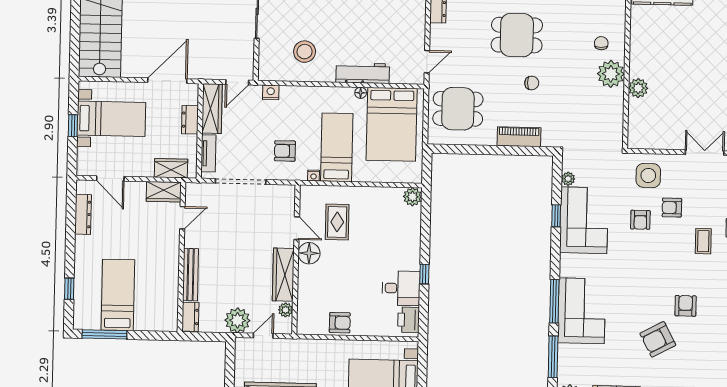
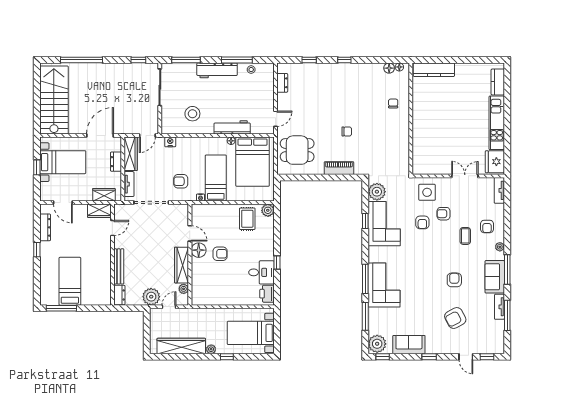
dining table: (517, 35) -> (336, 99), removed
plant: (611, 74) -> (400, 124), removed
plant: (638, 88) -> (419, 133), removed
plant: (568, 179) -> (377, 192), width x1.87, depth x1.87
rug: (337, 222) -> (247, 219), moved
window: (69, 289) -> (37, 250), moved
armchair: (340, 323) -> (220, 254), moved
armchair: (658, 339) -> (455, 318), moved

